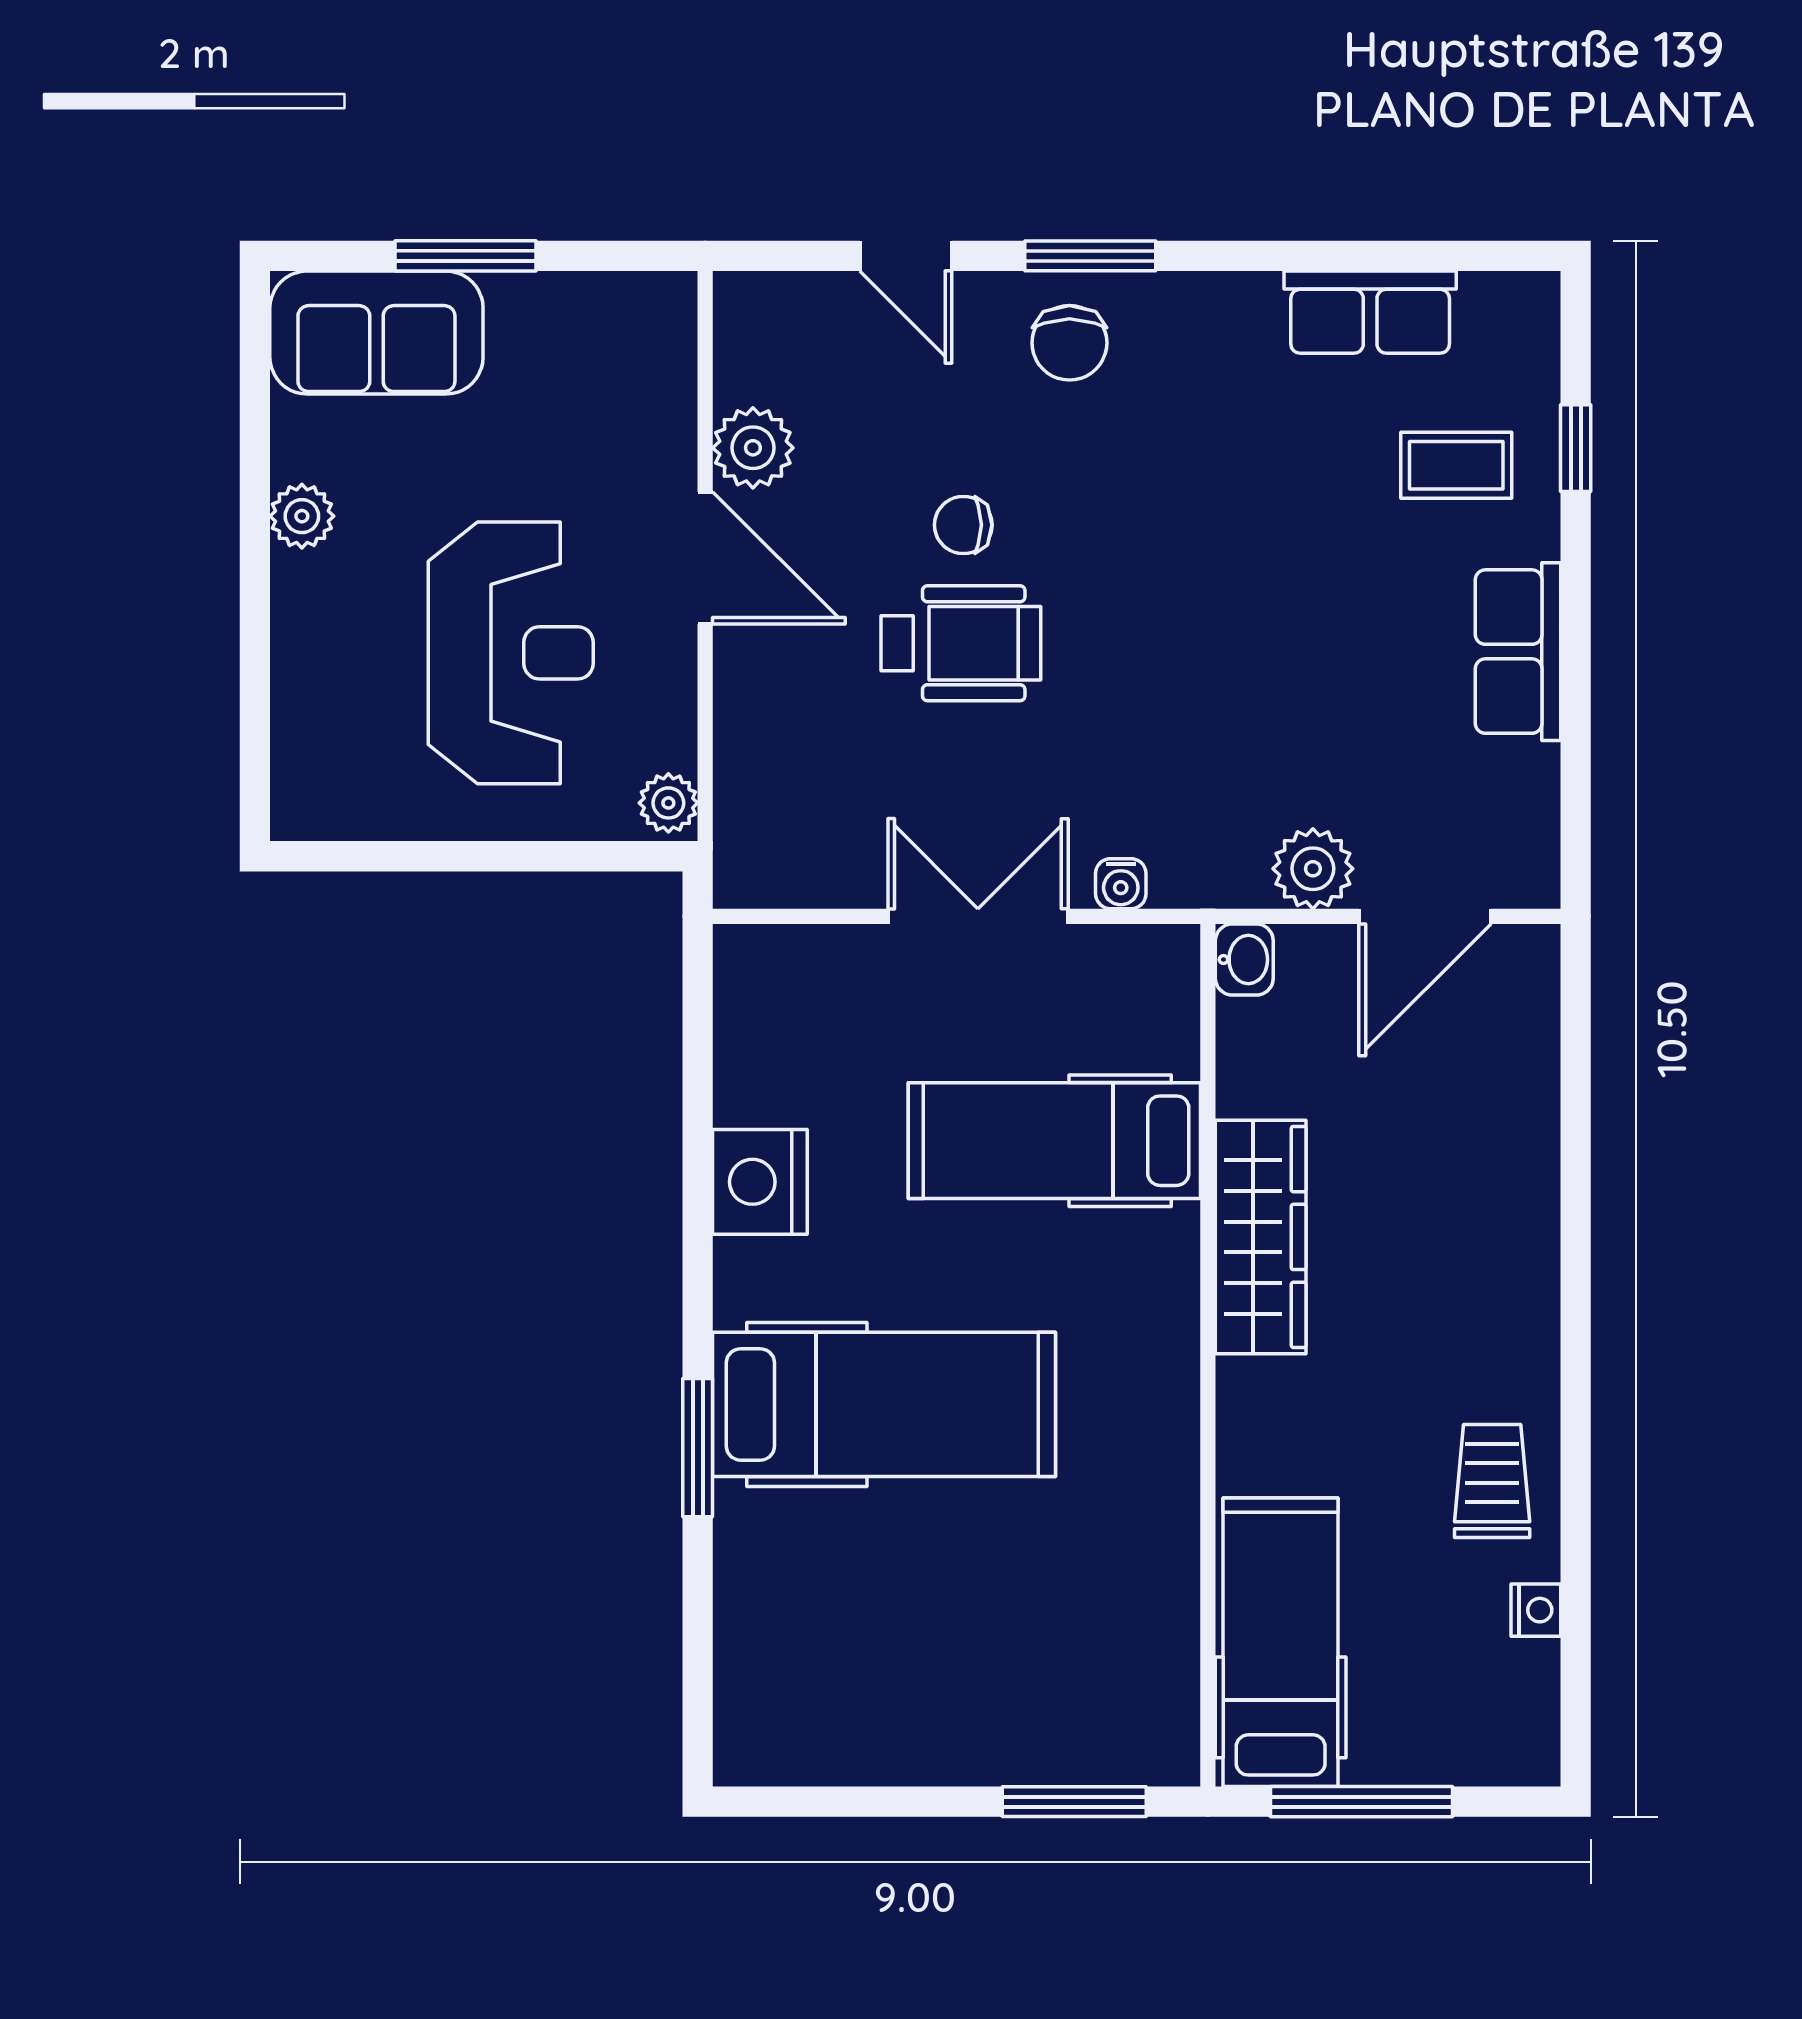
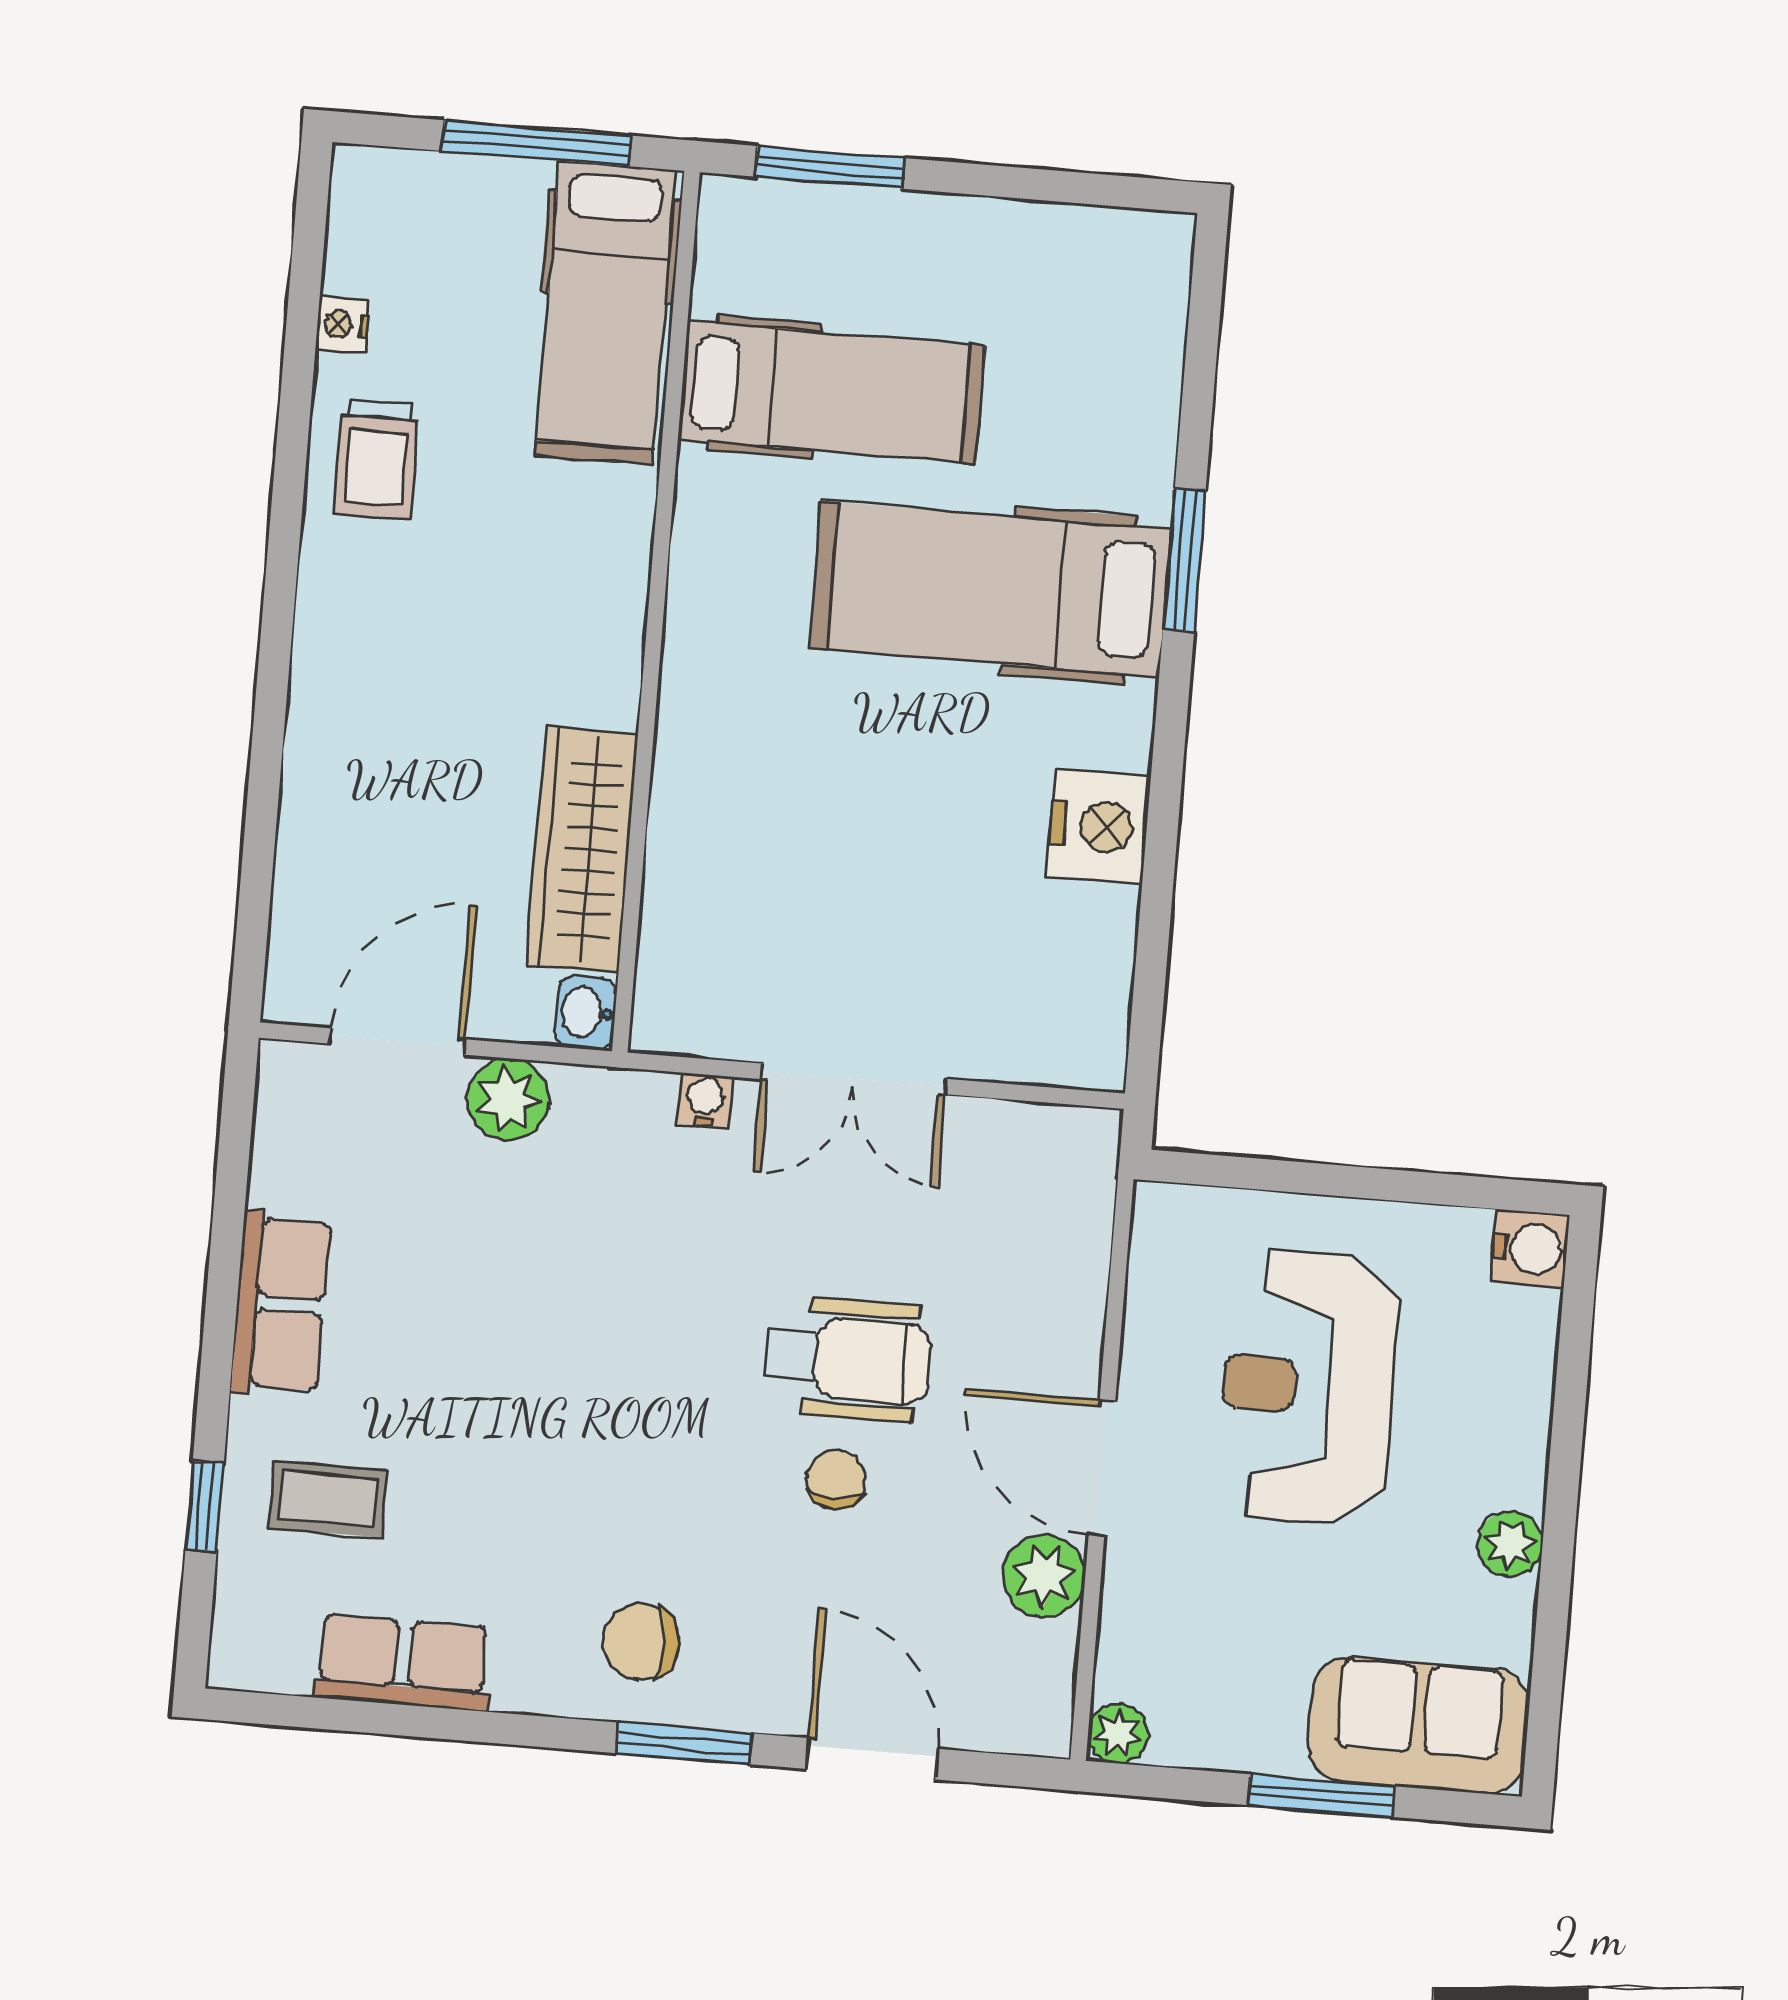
door: (906, 256) -> (872, 1759), width x1.38
chair: (1069, 343) -> (641, 1642), moved, turned -90
chair: (963, 525) -> (836, 1479), turned -90
wheelchair: (961, 643) -> (848, 1359), turned 180
plant: (668, 803) -> (1118, 1734), moved
water cooler: (306, 805) -> (1530, 1249), added
hospital bed: (1054, 1141) -> (832, 392), moved
wardrobe: (1261, 1237) -> (582, 849), moved

